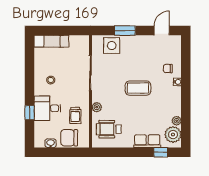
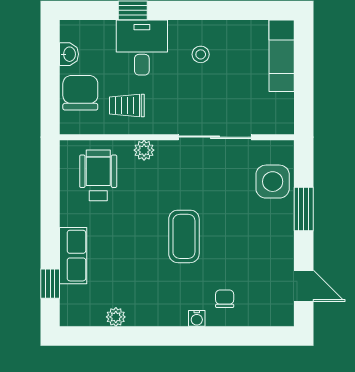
plant: (173, 135) -> (87, 309), removed

